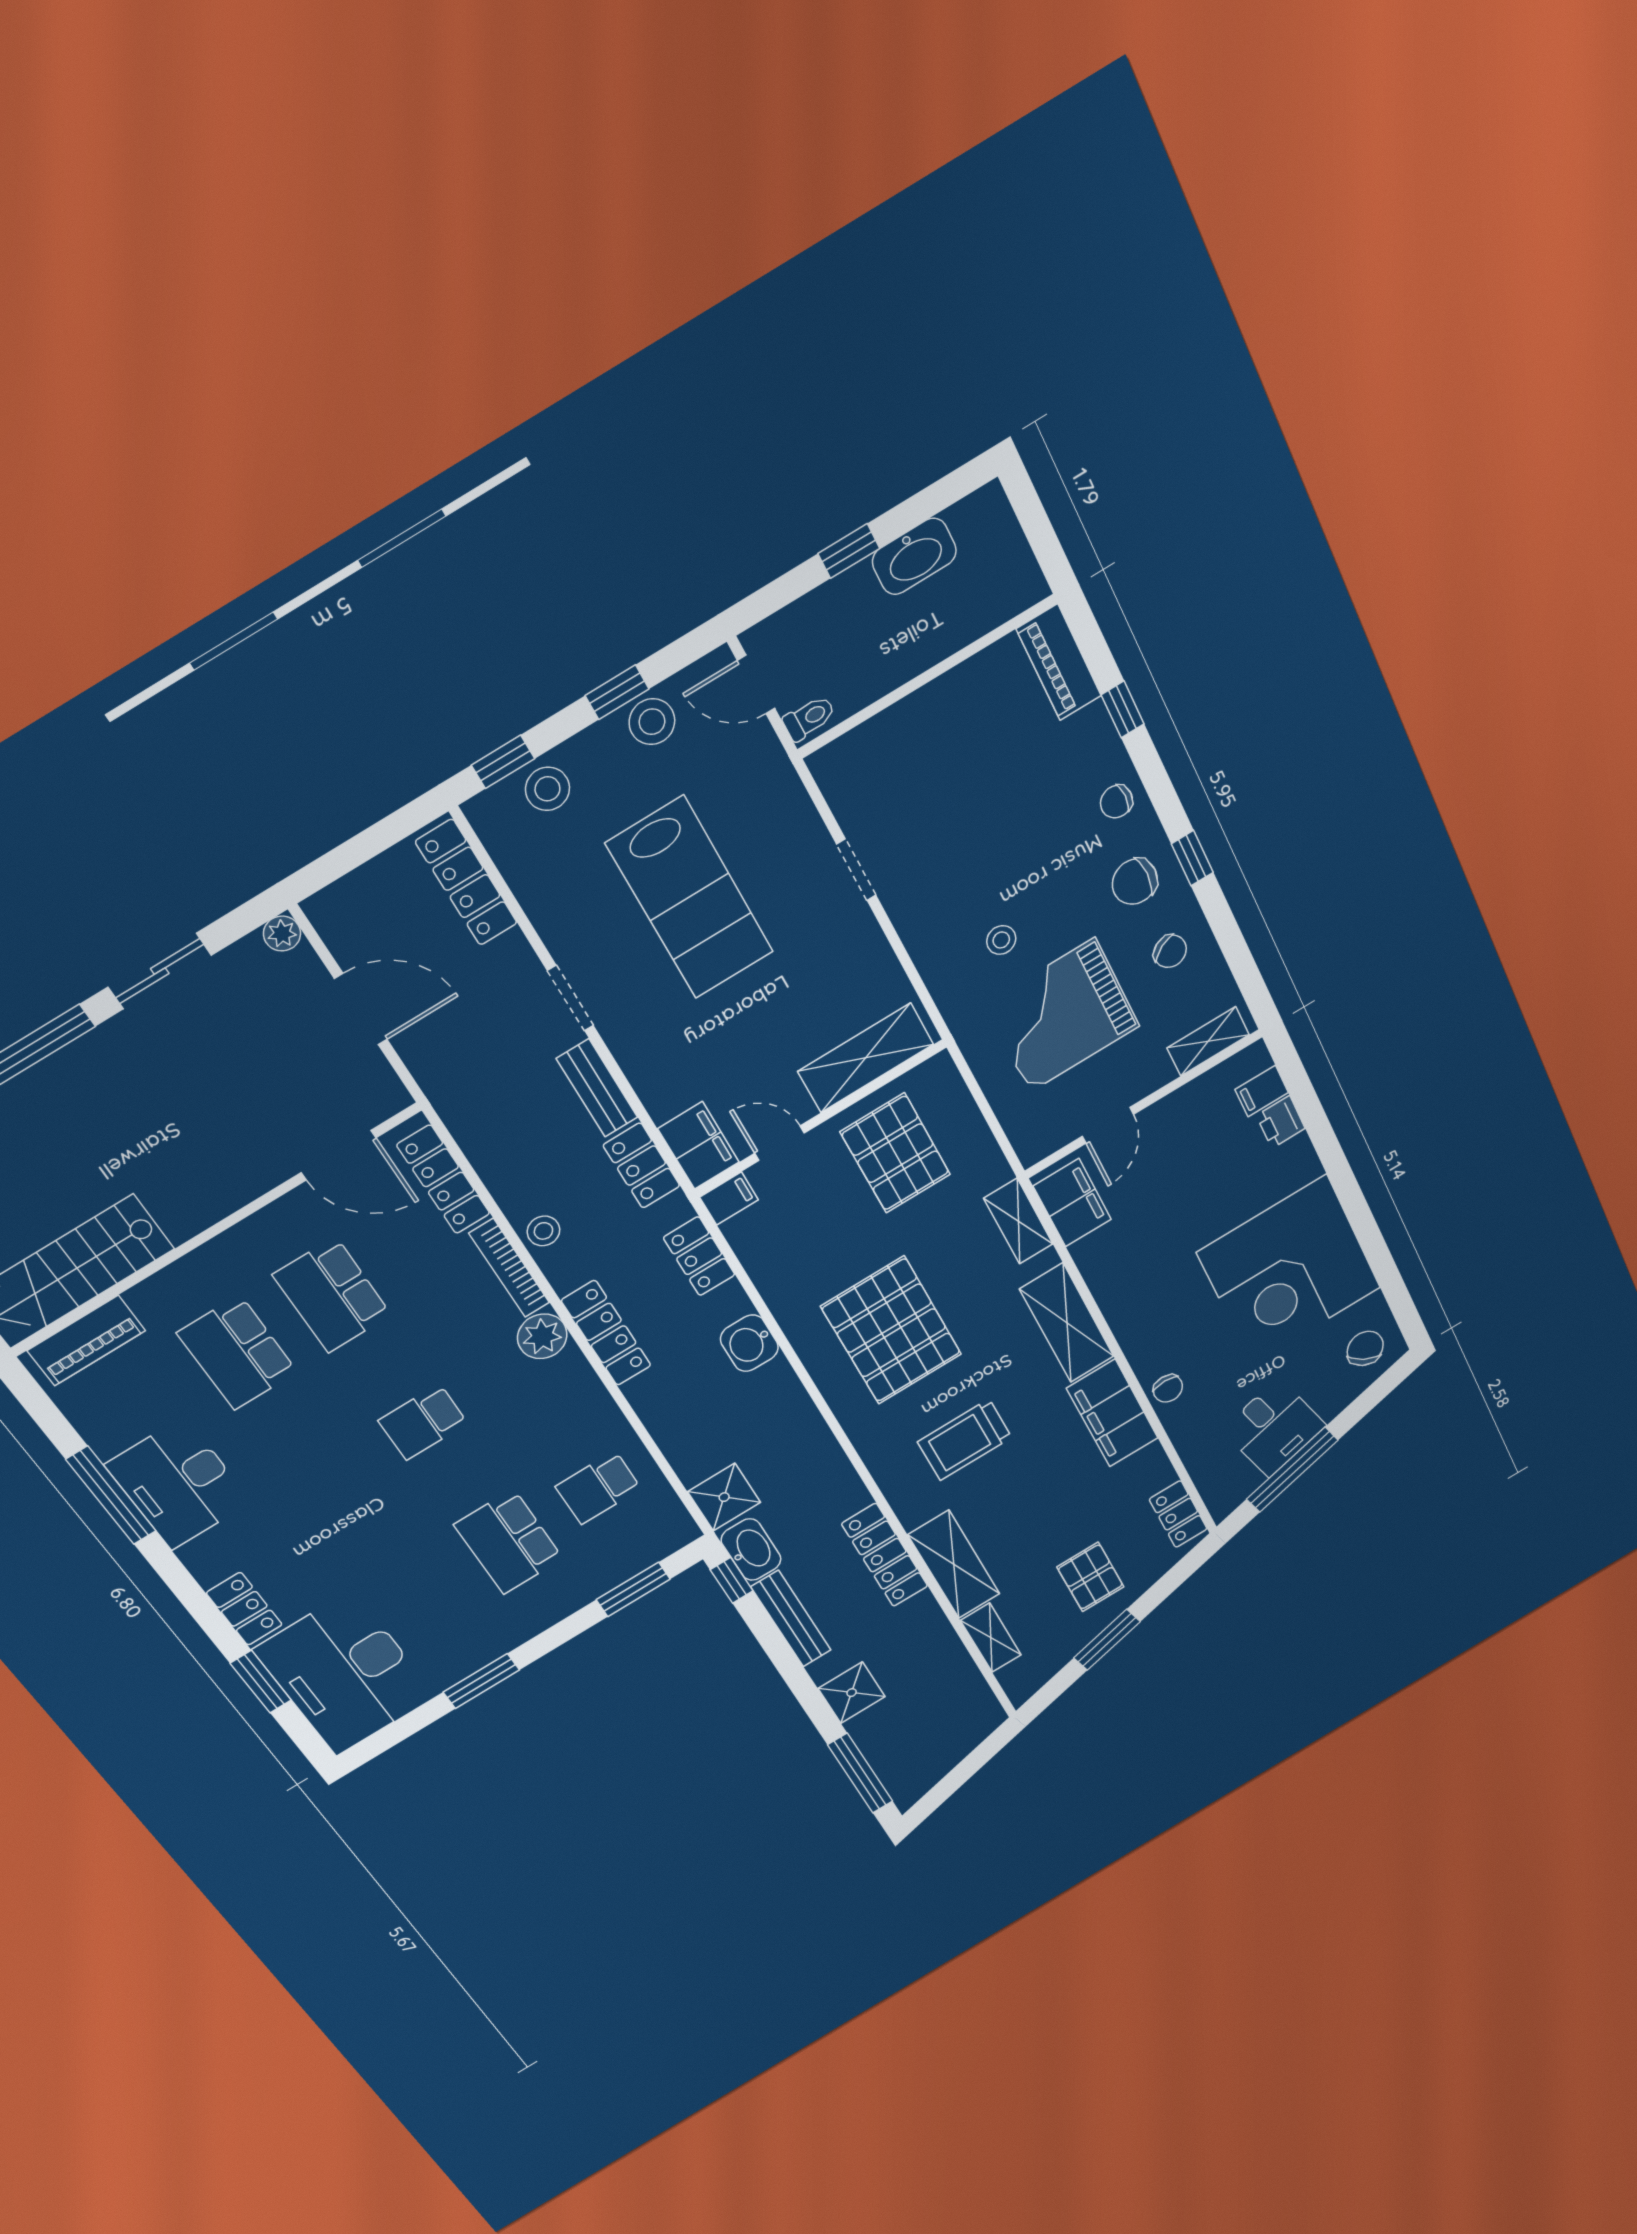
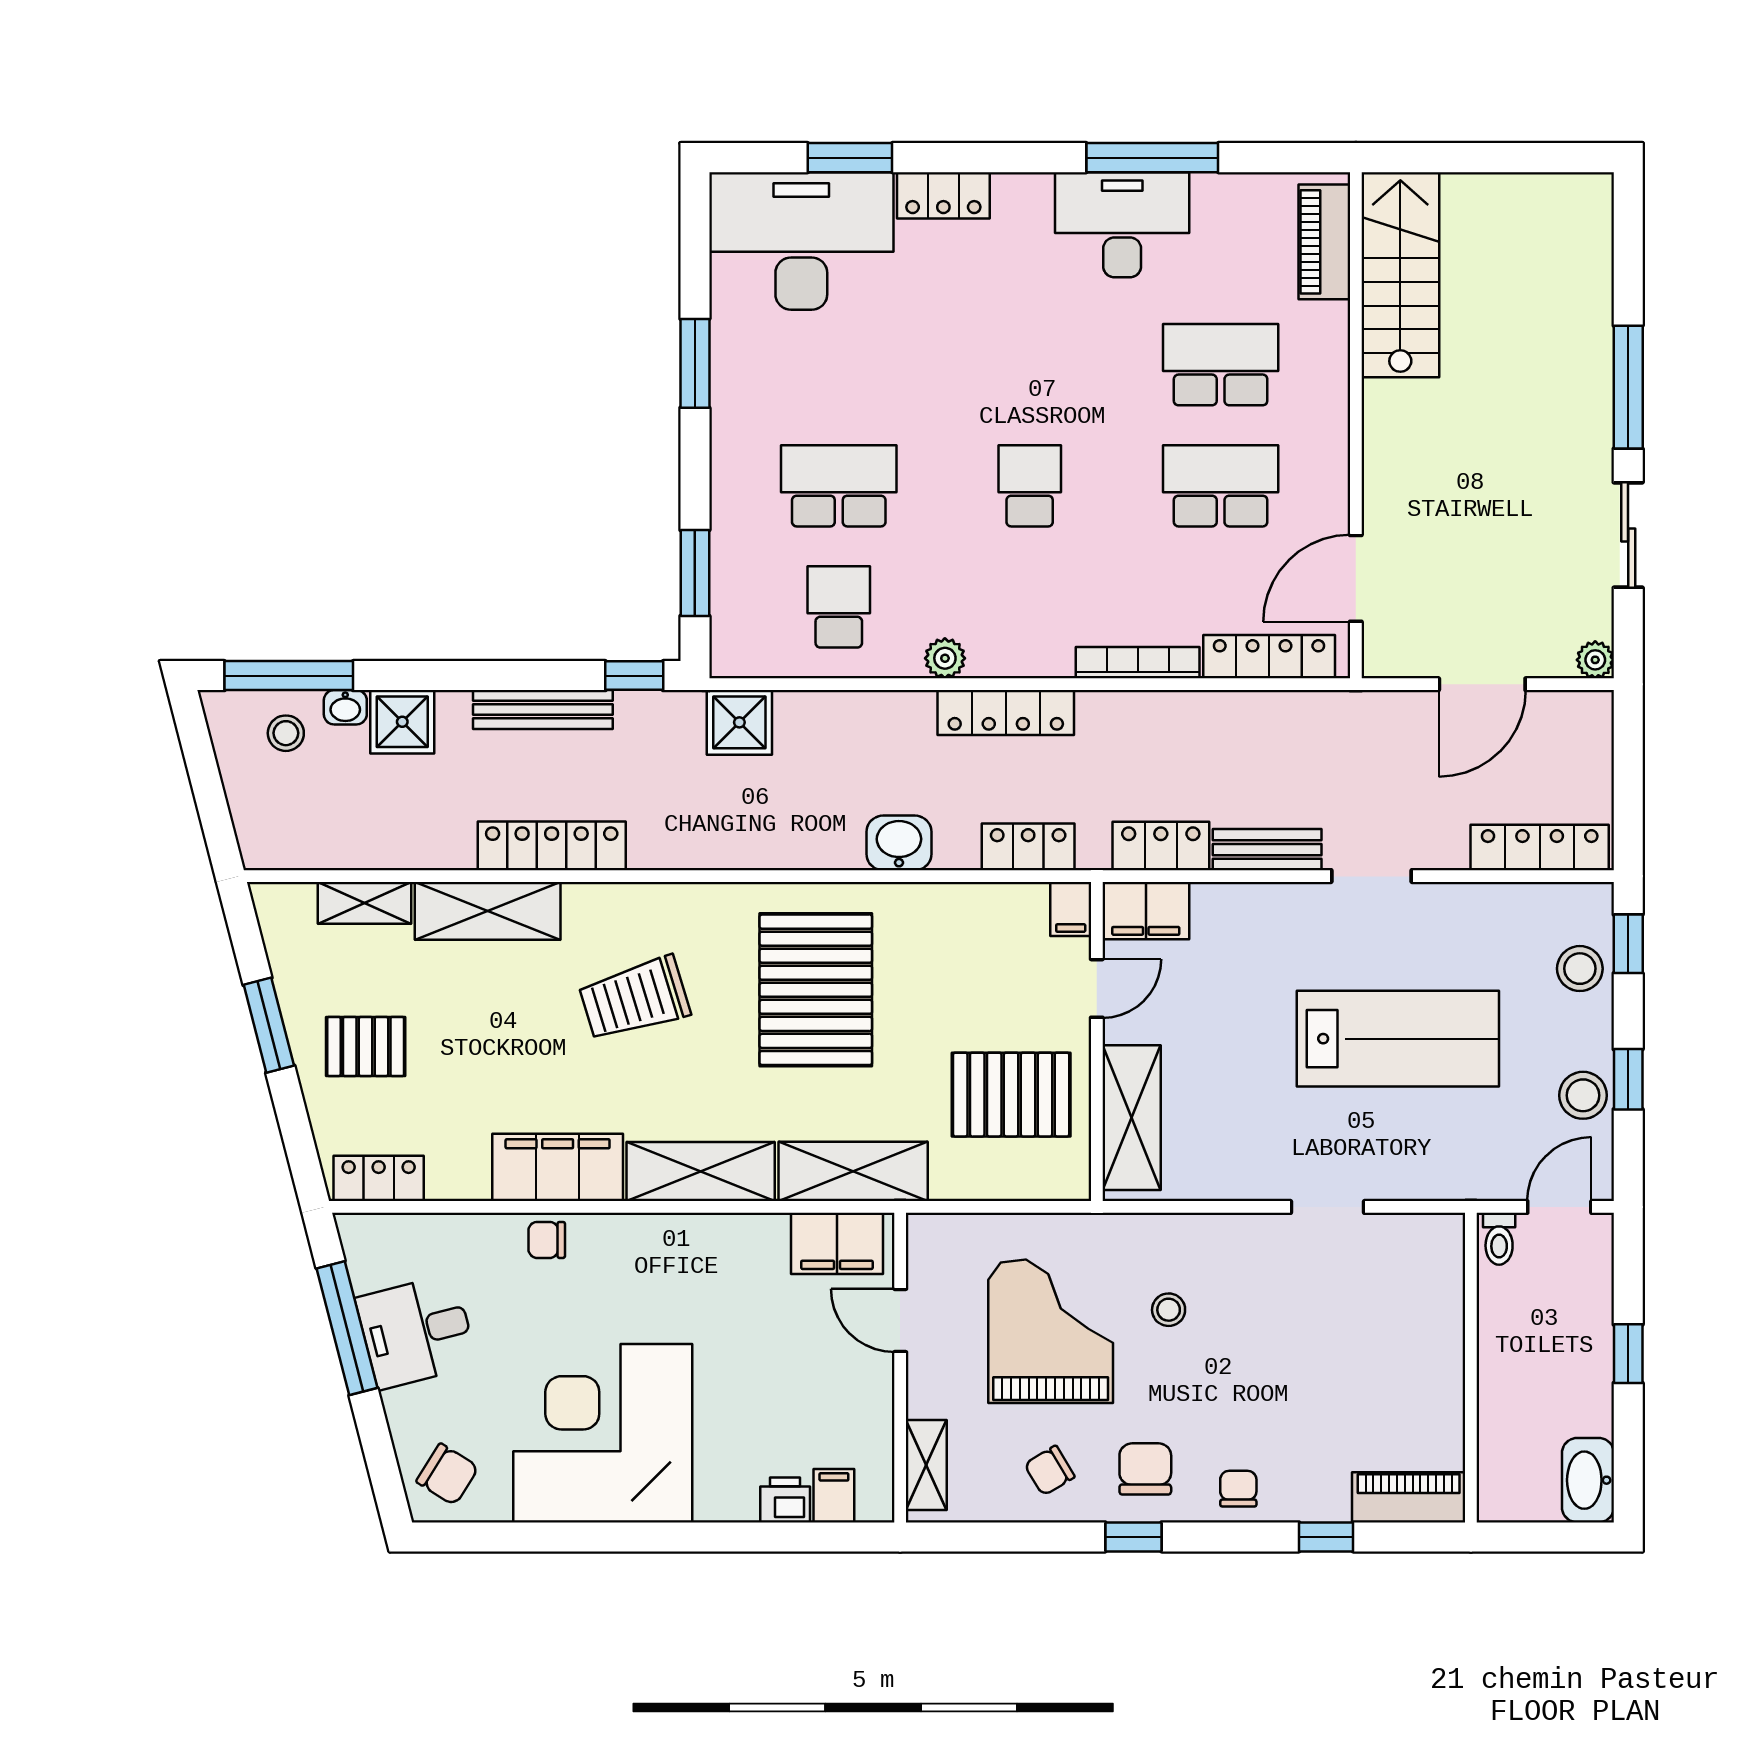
washbasin: (914, 556) -> (1588, 1480), moved
lab bench: (690, 898) -> (1398, 1039), turned 180
shelving: (1018, 1221) -> (853, 1171), width x1.50, depth x1.33
stool: (543, 1231) -> (286, 733), moved
pallet: (891, 1330) -> (816, 990), turned 90
plant: (542, 1336) -> (945, 658), moved, width x0.73, depth x0.73
trolley: (965, 1440) -> (634, 999), turned -107
washbasin: (751, 1550) -> (345, 707), moved, width x0.52, depth x0.69

